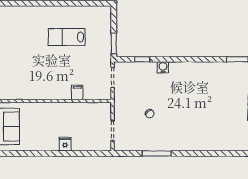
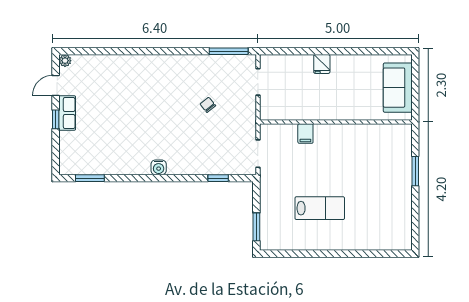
window: (114, 43) -> (256, 227), moved
water cooler: (163, 67) -> (159, 167), moved
window: (157, 153) -> (229, 51), moved

